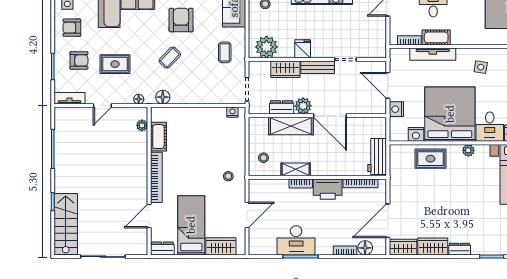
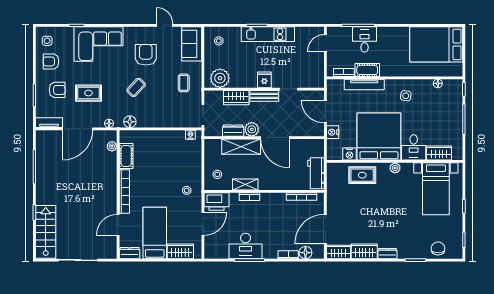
fridge: (303, 49) -> (264, 80), moved
door: (102, 105) -> (78, 129), width x1.87
printer: (328, 189) -> (217, 202), moved

